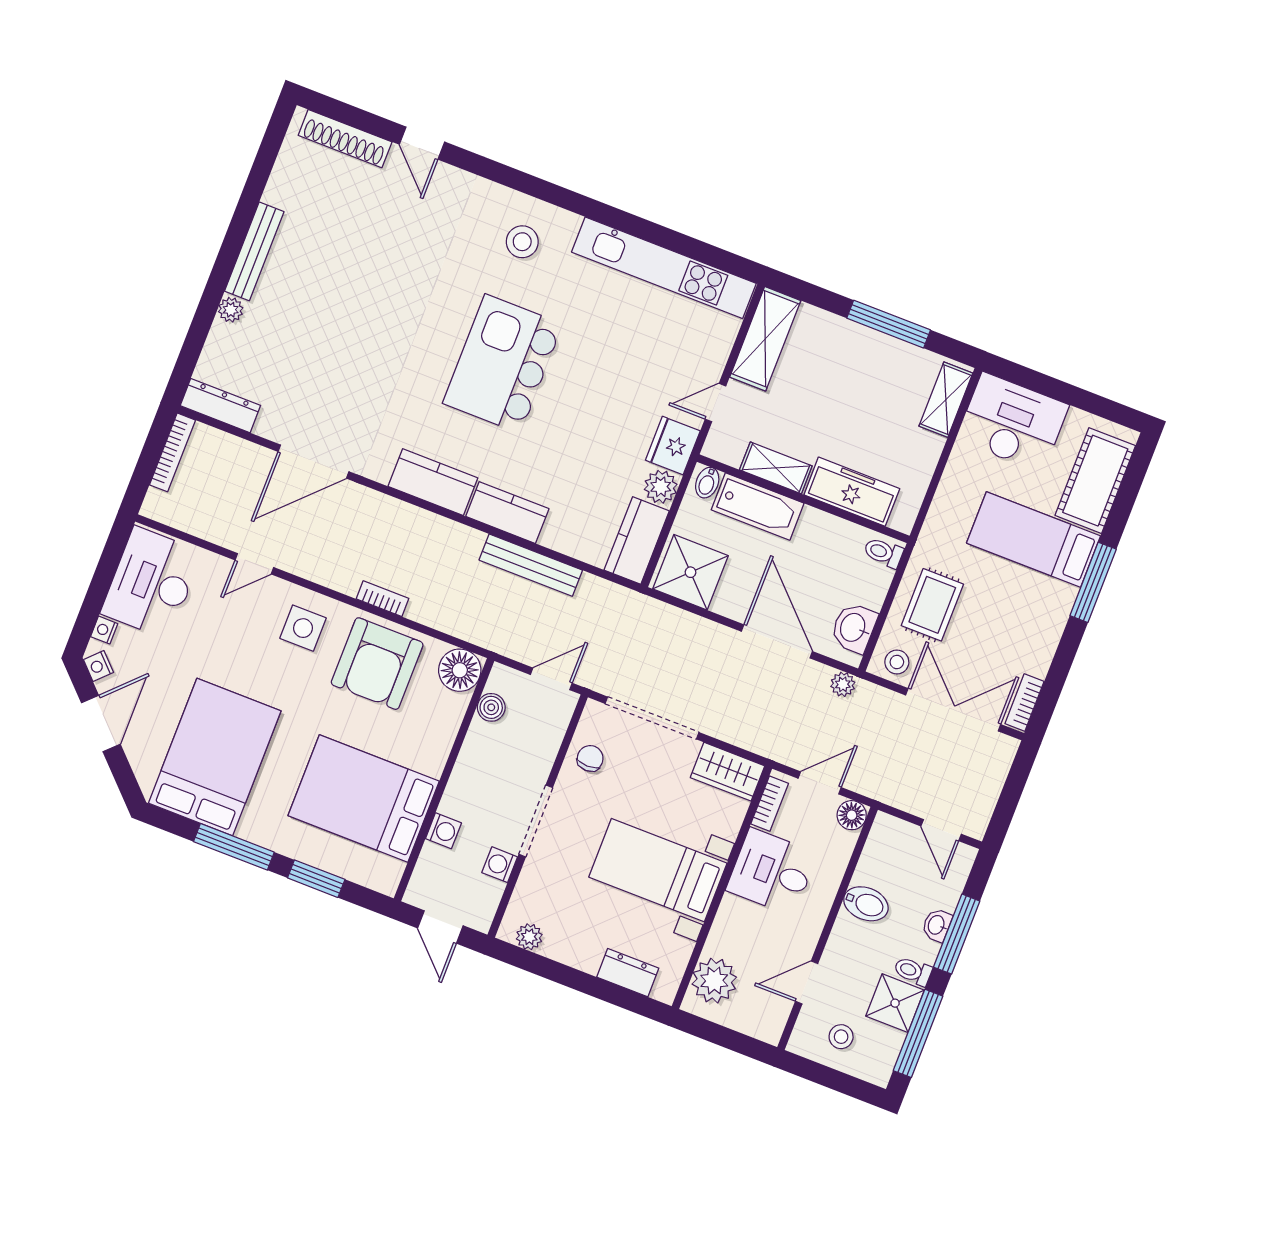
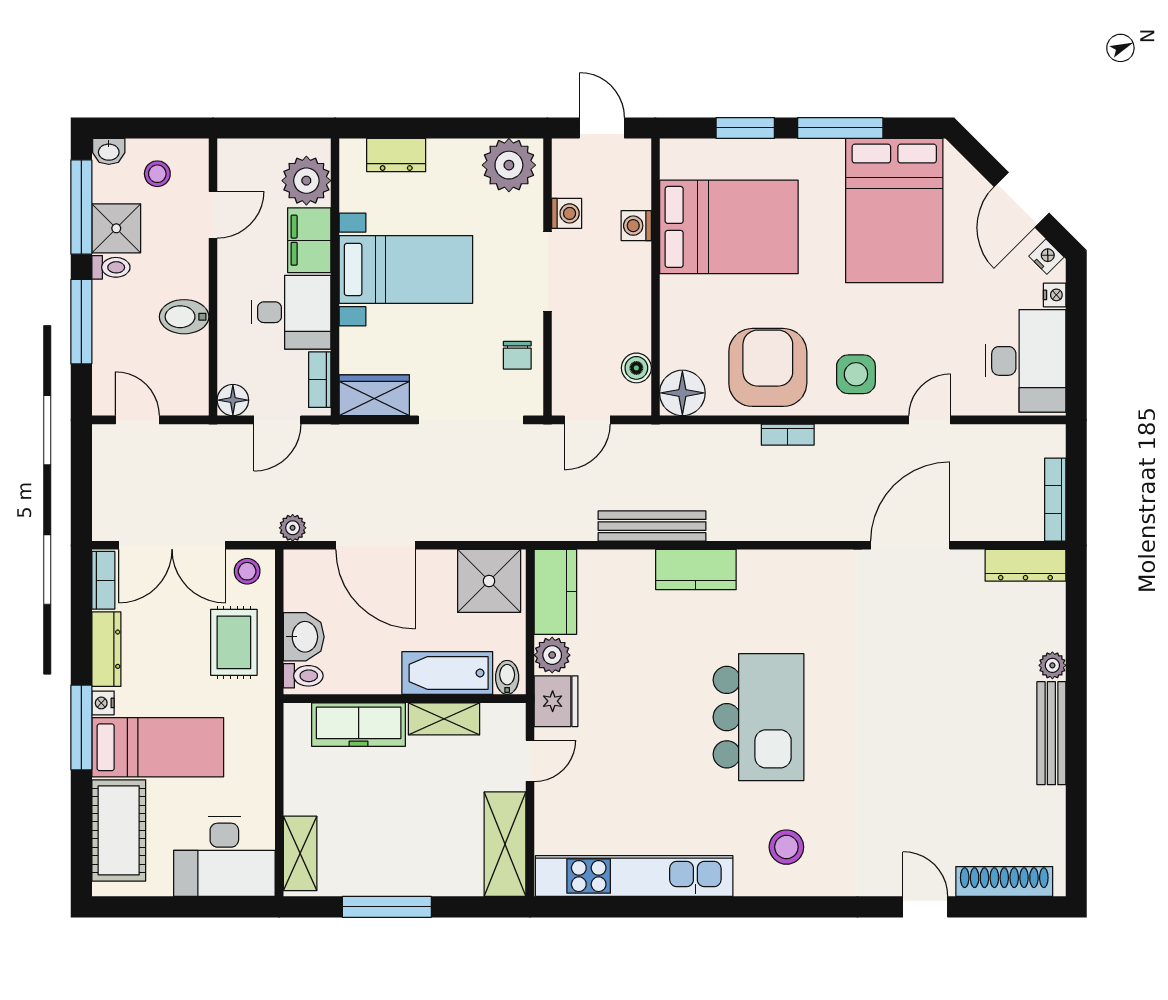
kitchen counter: (433, 482) -> (782, 571), removed
nightstand: (1066, 596) -> (103, 703), added
washbasin: (854, 628) -> (304, 637), moved
dresser: (1045, 642) -> (106, 649), added
washbasin: (937, 925) -> (109, 151), moved, turned 90
filing cabinet: (732, 928) -> (309, 240), added
plant: (529, 937) -> (509, 165), width x1.88, depth x1.88

